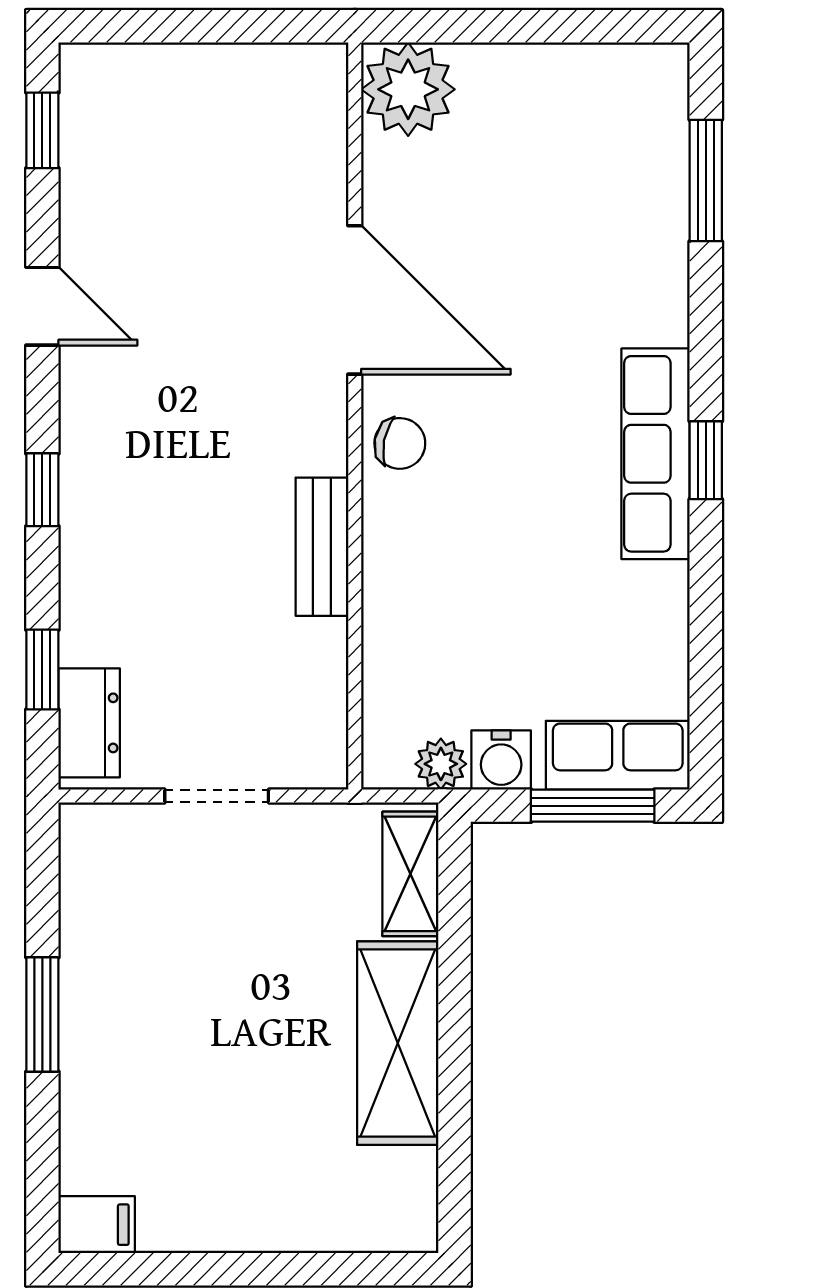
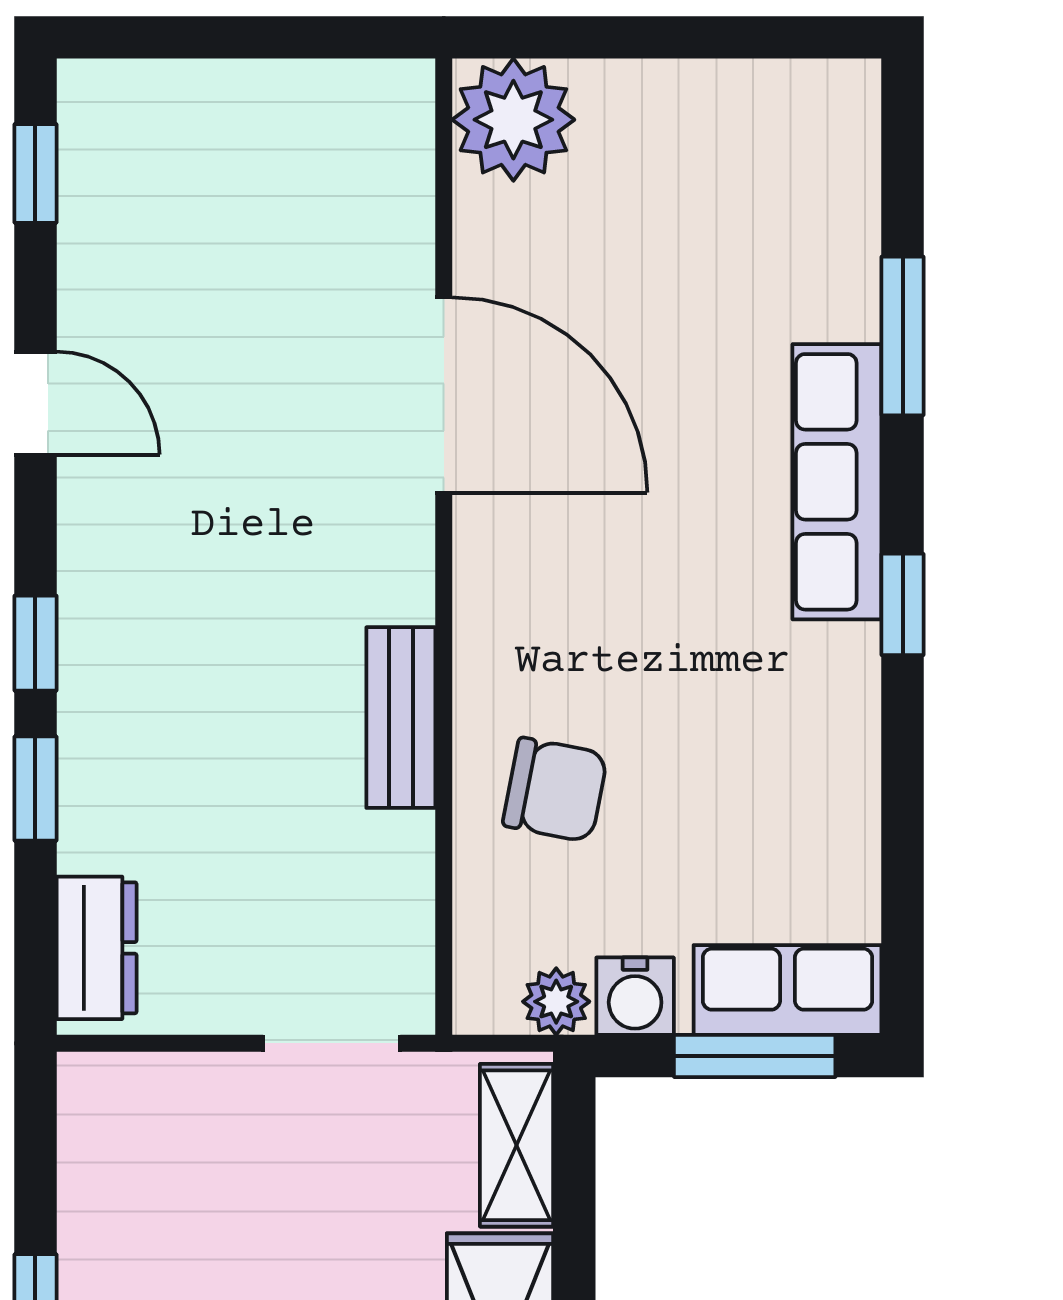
window: (706, 180) -> (903, 336), moved
chair: (400, 443) -> (555, 790), moved, width x1.37, depth x1.37
row of seats: (656, 454) -> (837, 482), moved
window: (42, 670) -> (35, 789), moved
doorway: (217, 796) -> (332, 1043), moved

